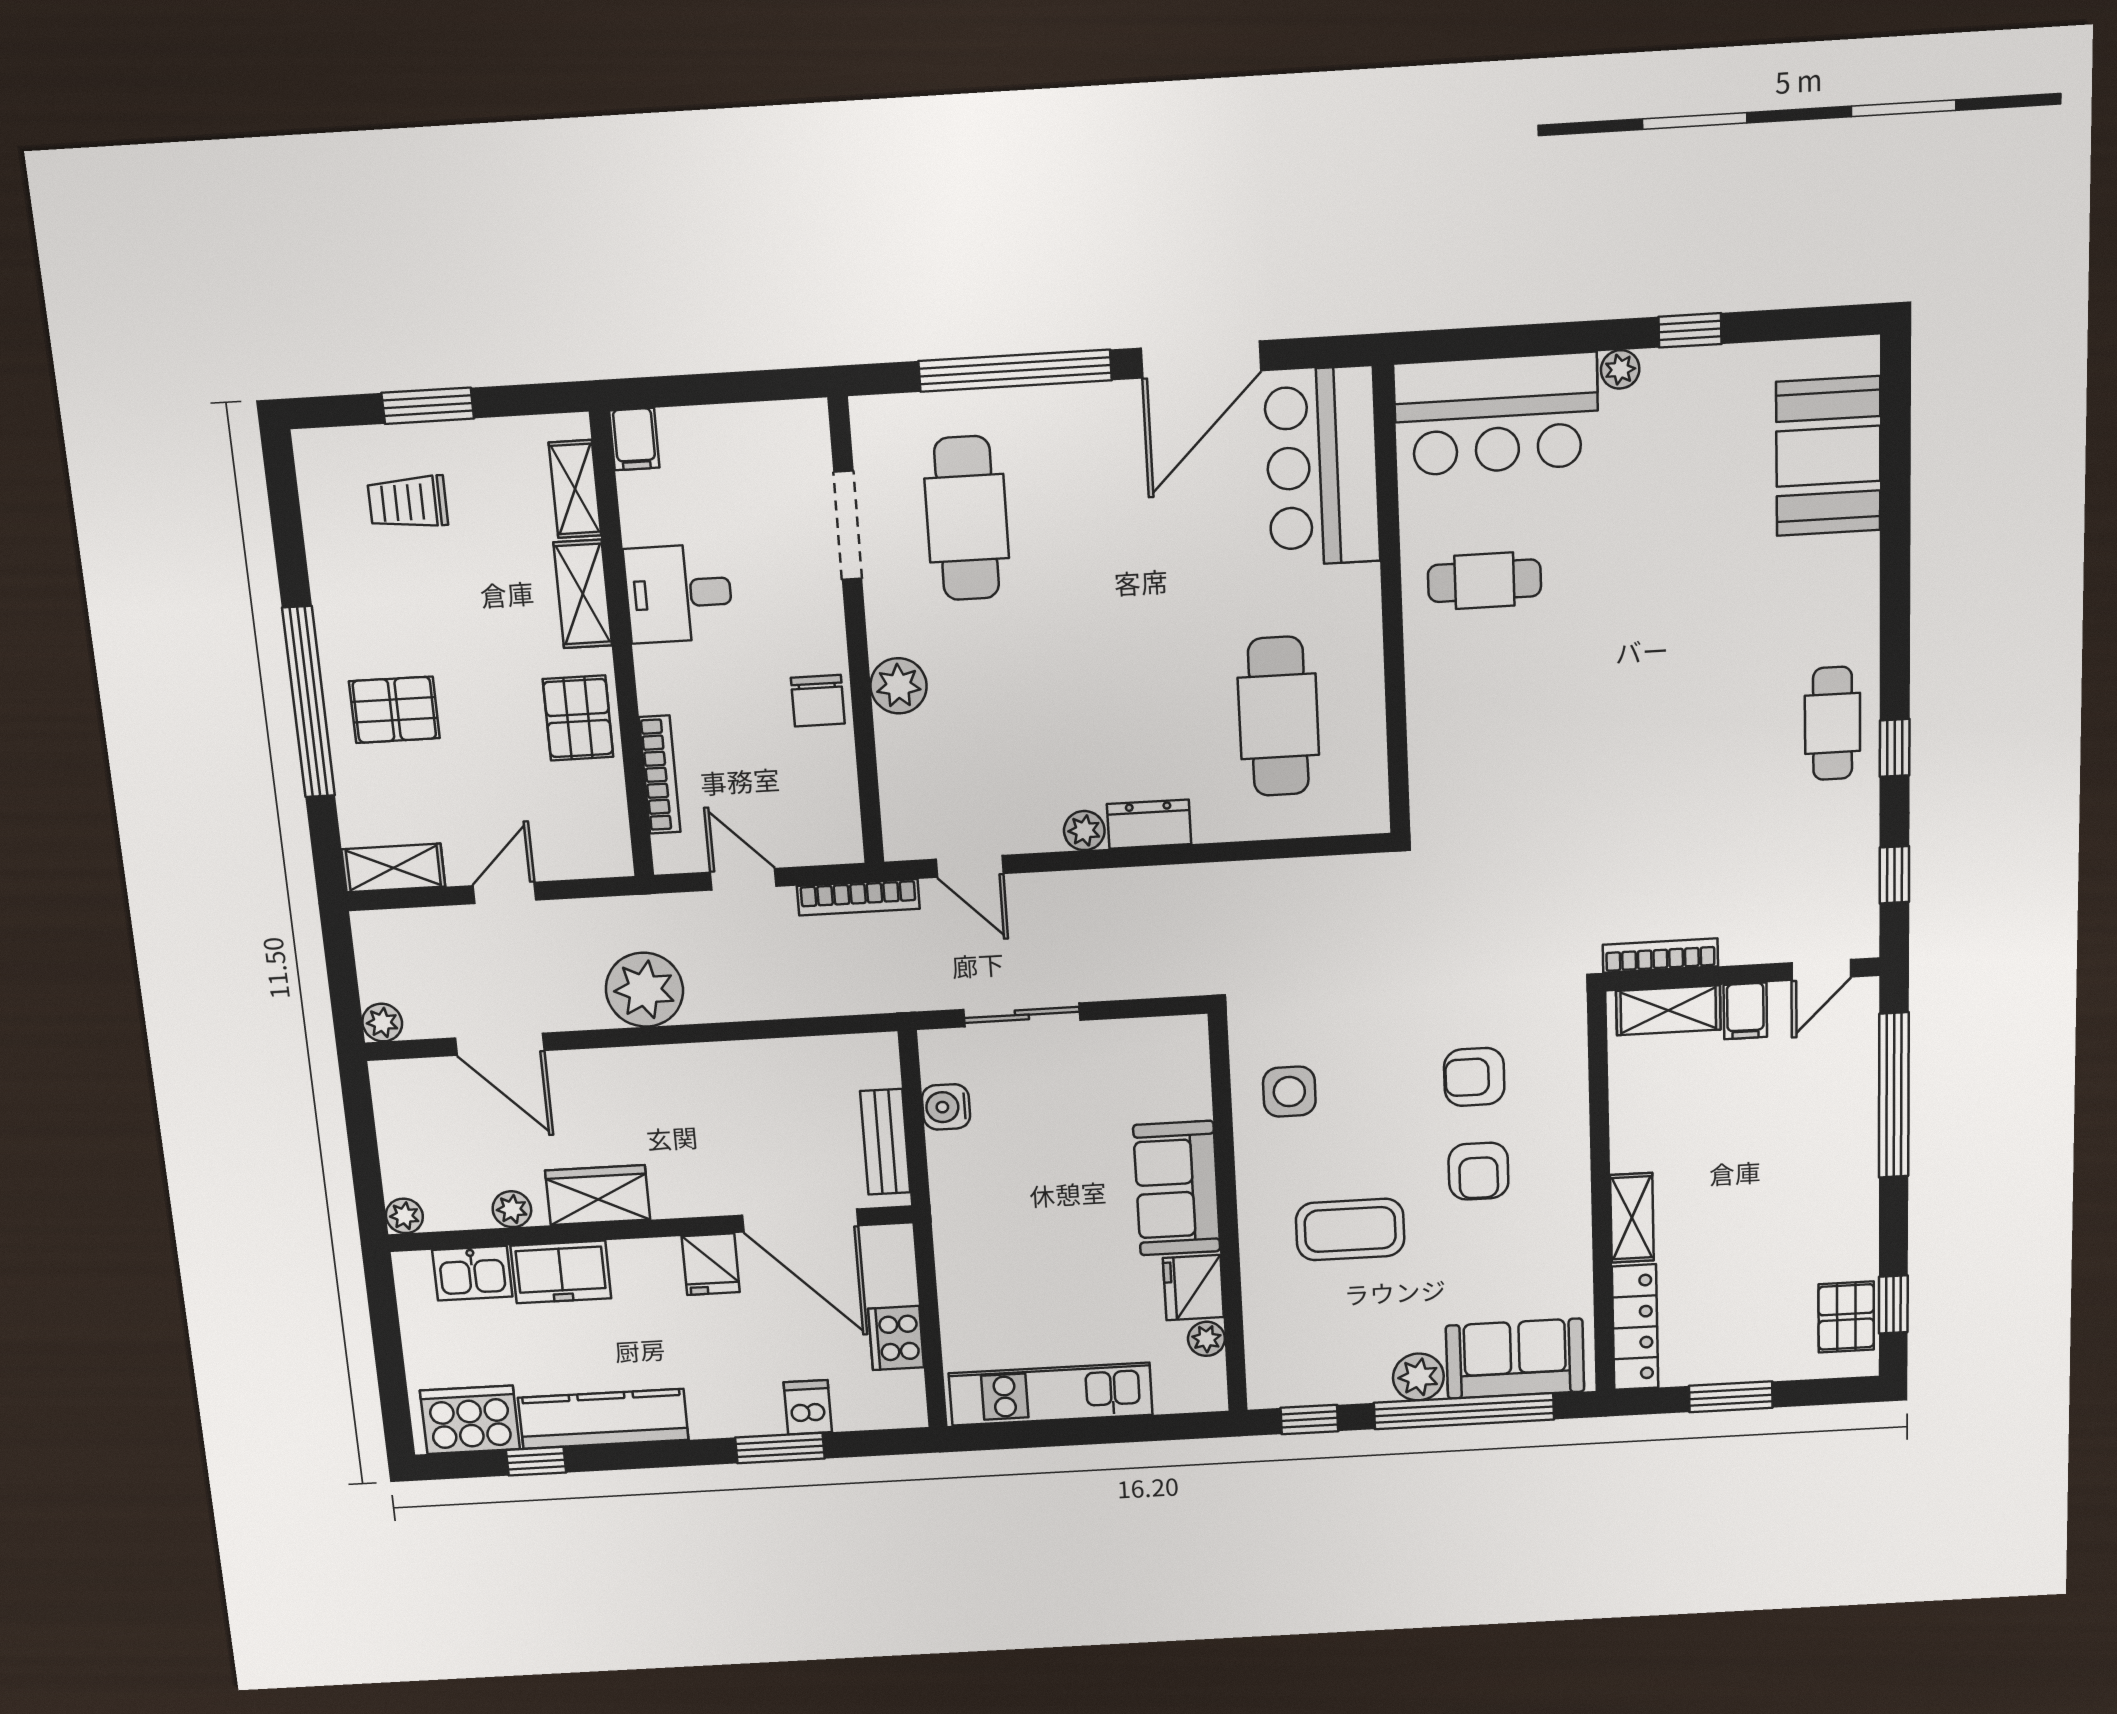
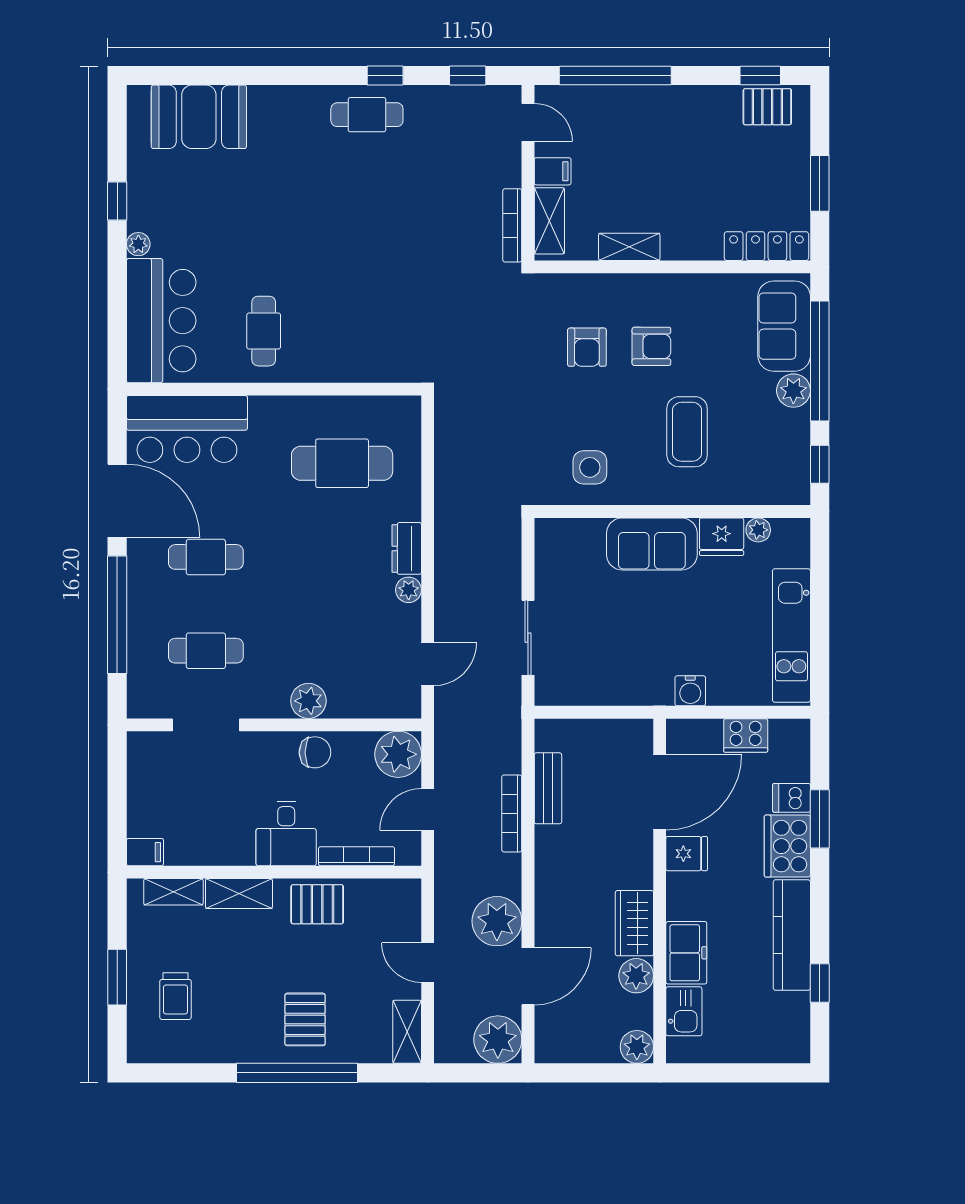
cafe table: (1117, 509) -> (206, 557), added
cafe table: (967, 518) -> (206, 651), width x0.73, depth x0.74
desk: (679, 593) -> (286, 834), moved
plant: (825, 829) -> (398, 754), added
bookcase: (858, 897) -> (512, 813), moved, turned 180
plant: (644, 990) -> (497, 921), moved
plant: (382, 1023) -> (498, 1040), width x1.87, depth x1.87
water cooler: (946, 1107) -> (690, 691), moved
bench: (885, 1142) -> (548, 788), moved, turned 90
plant: (512, 1209) -> (636, 976), width x1.38, depth x1.38
plant: (404, 1216) -> (637, 1047), width x1.38, depth x1.38
shelving: (1632, 1218) -> (629, 247), moved
cooker: (470, 1420) -> (787, 846), moved

